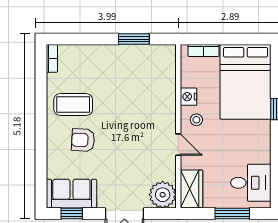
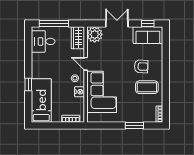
window: (134, 39) -> (134, 125), moved
bed: (246, 82) -> (41, 100), width x0.67
corner sofa: (151, 96) -> (102, 92), added
window: (232, 213) -> (54, 23), width x1.44

